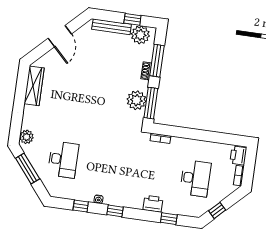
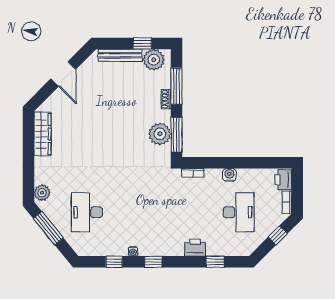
water cooler: (192, 145) -> (229, 175), added
desk: (63, 160) -> (87, 212), turned 180
window: (217, 210) -> (278, 235), moved

